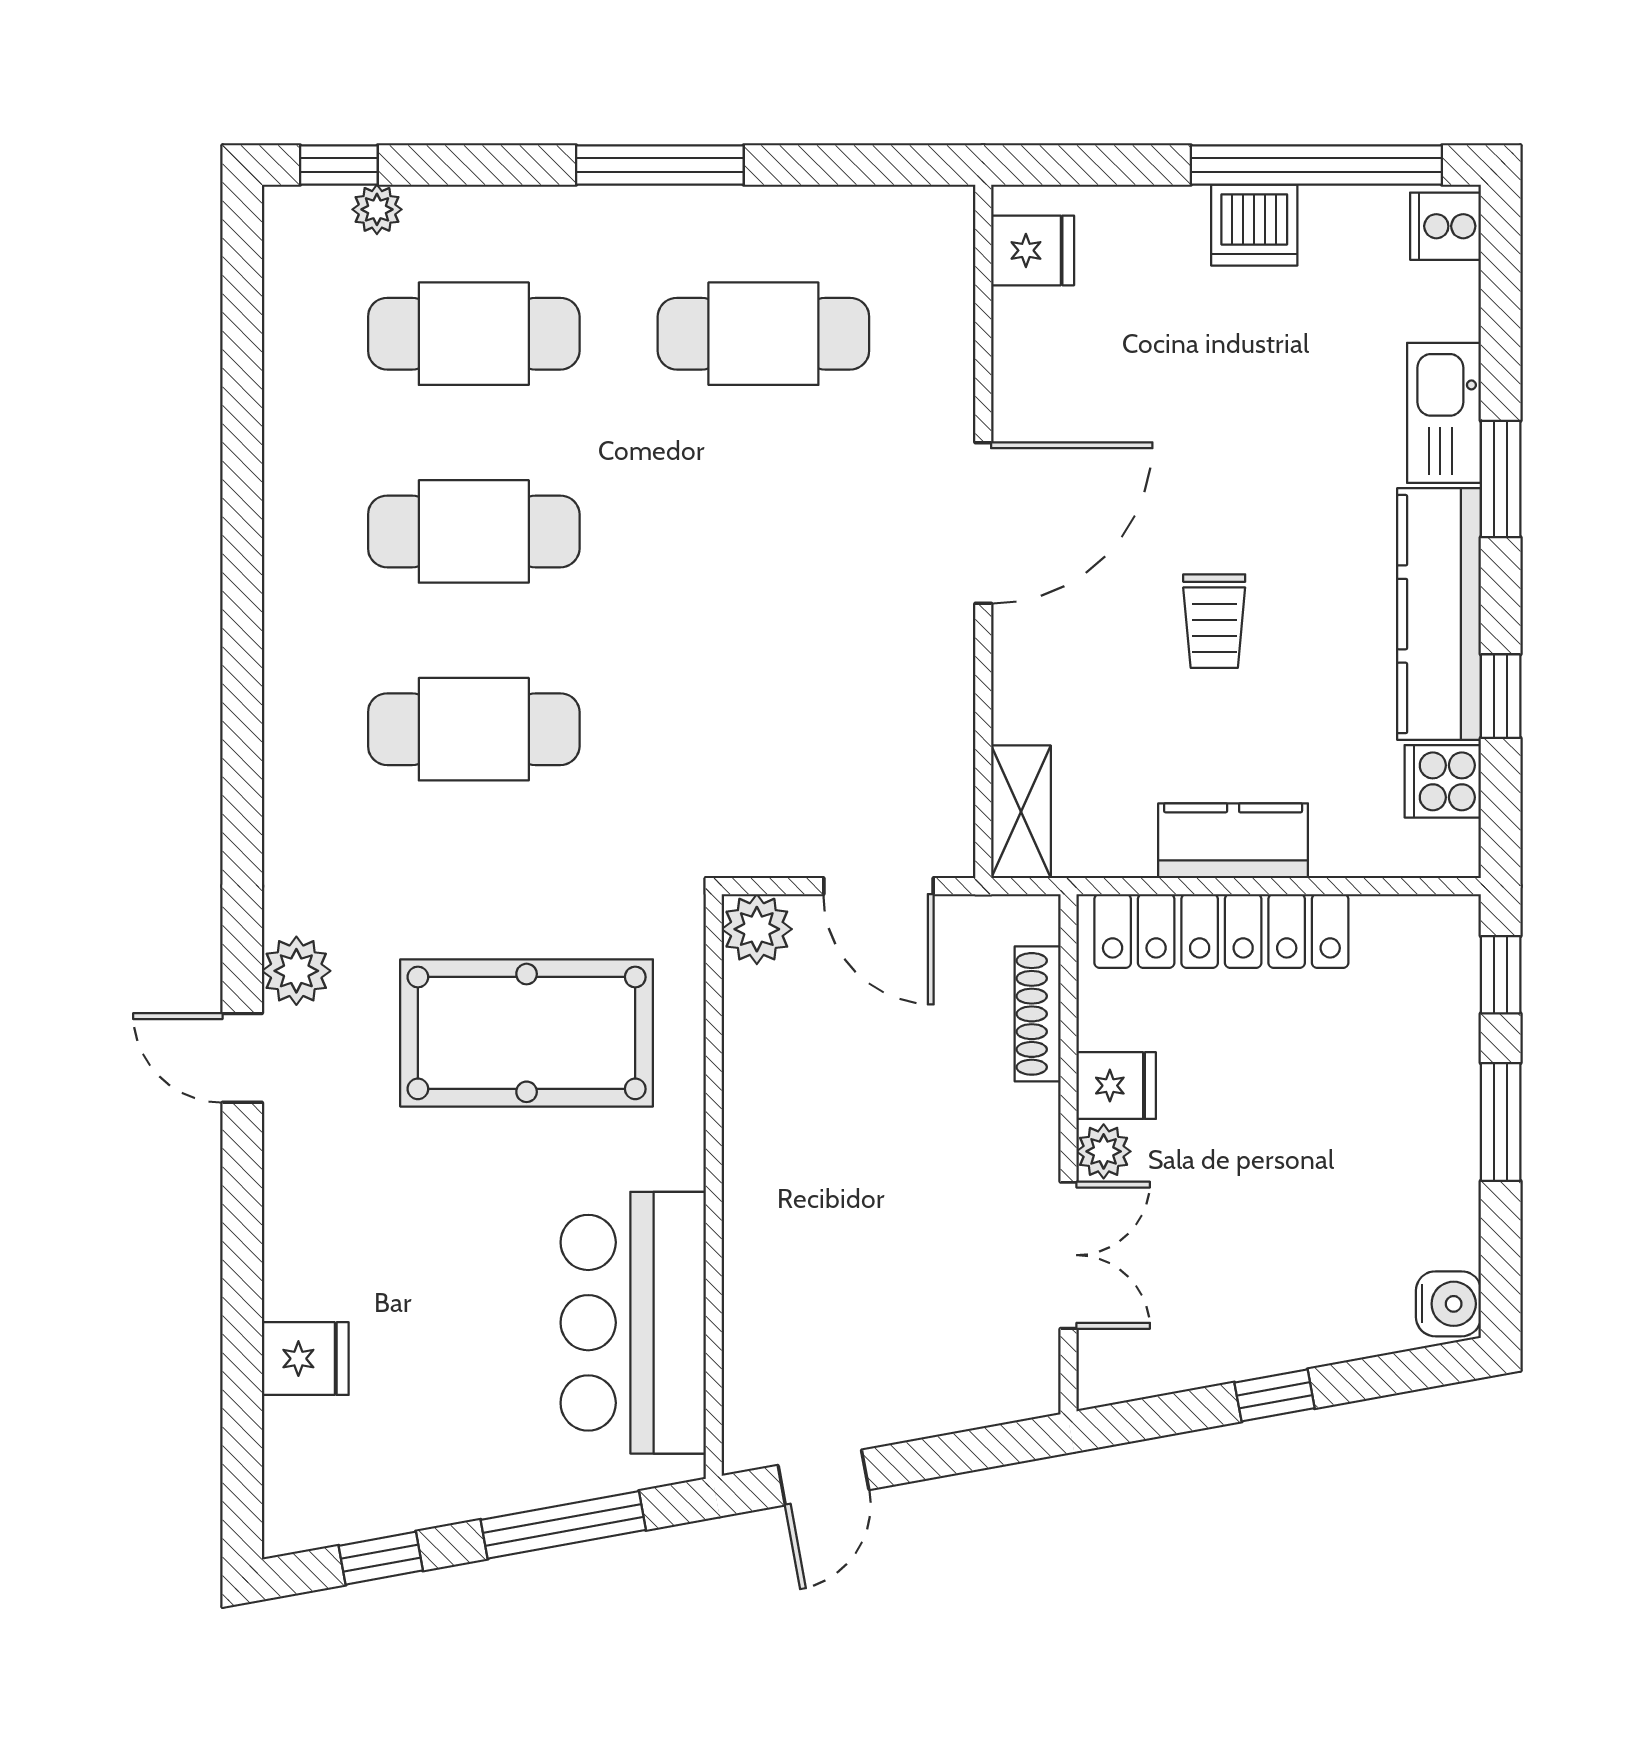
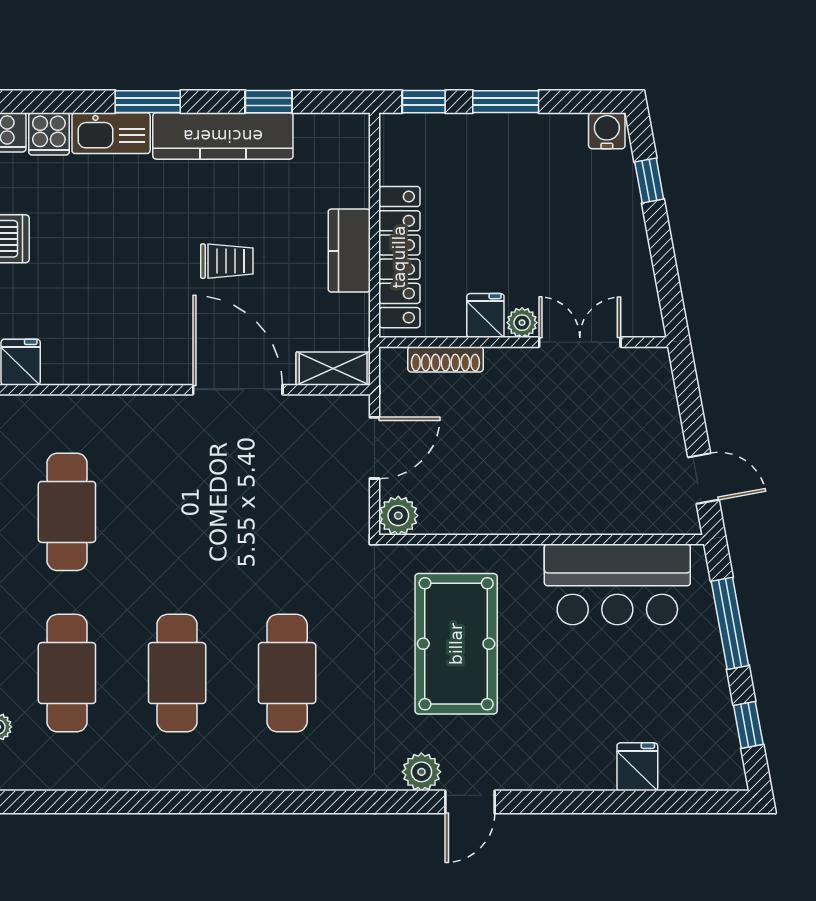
door: (983, 523) -> (238, 390), moved
cooker: (1443, 781) -> (49, 134), moved
window: (1275, 1395) -> (649, 181), moved

